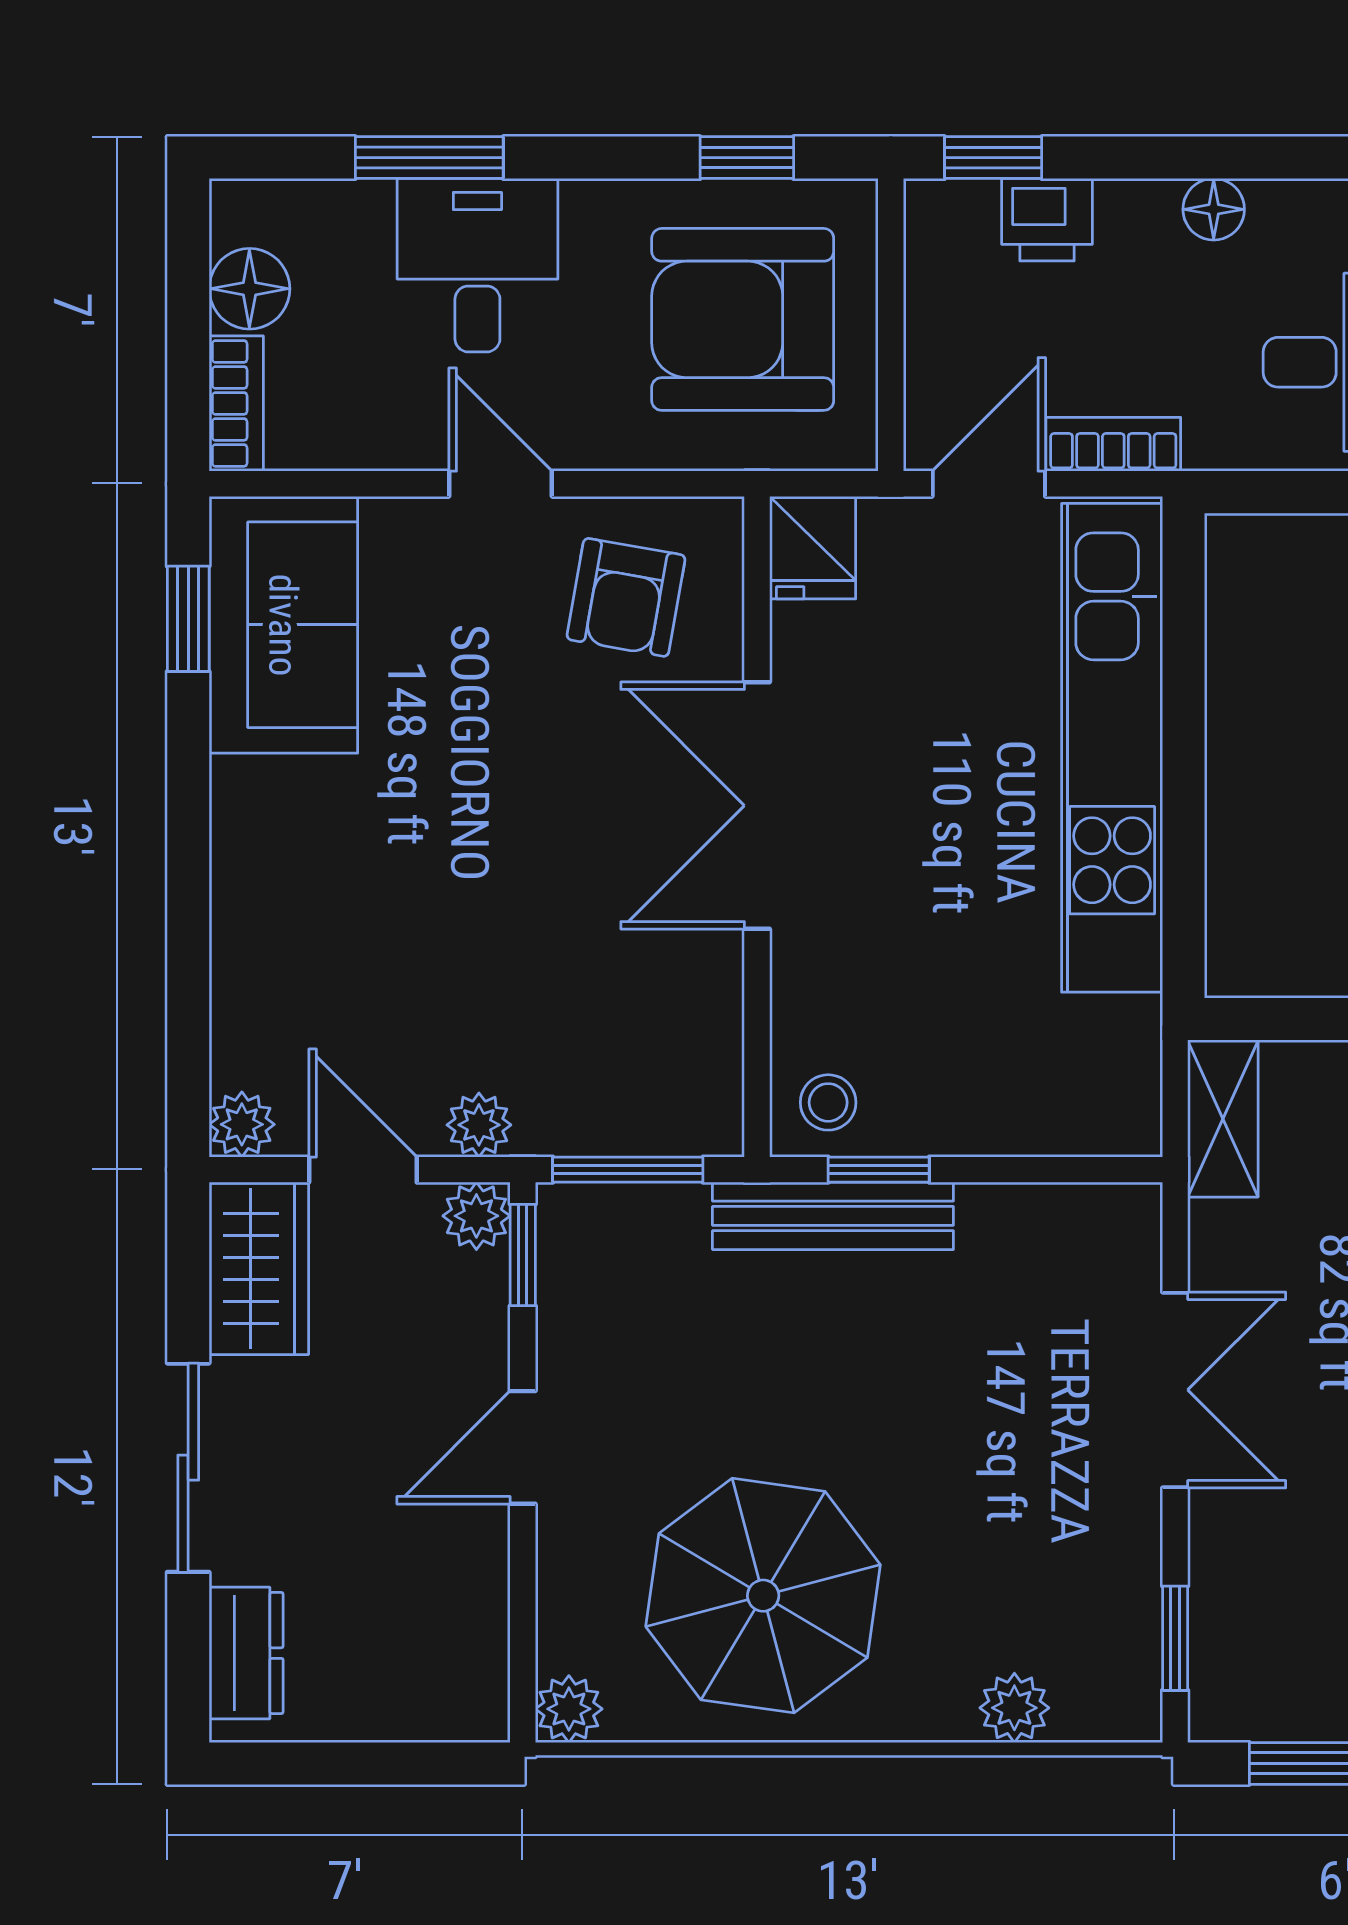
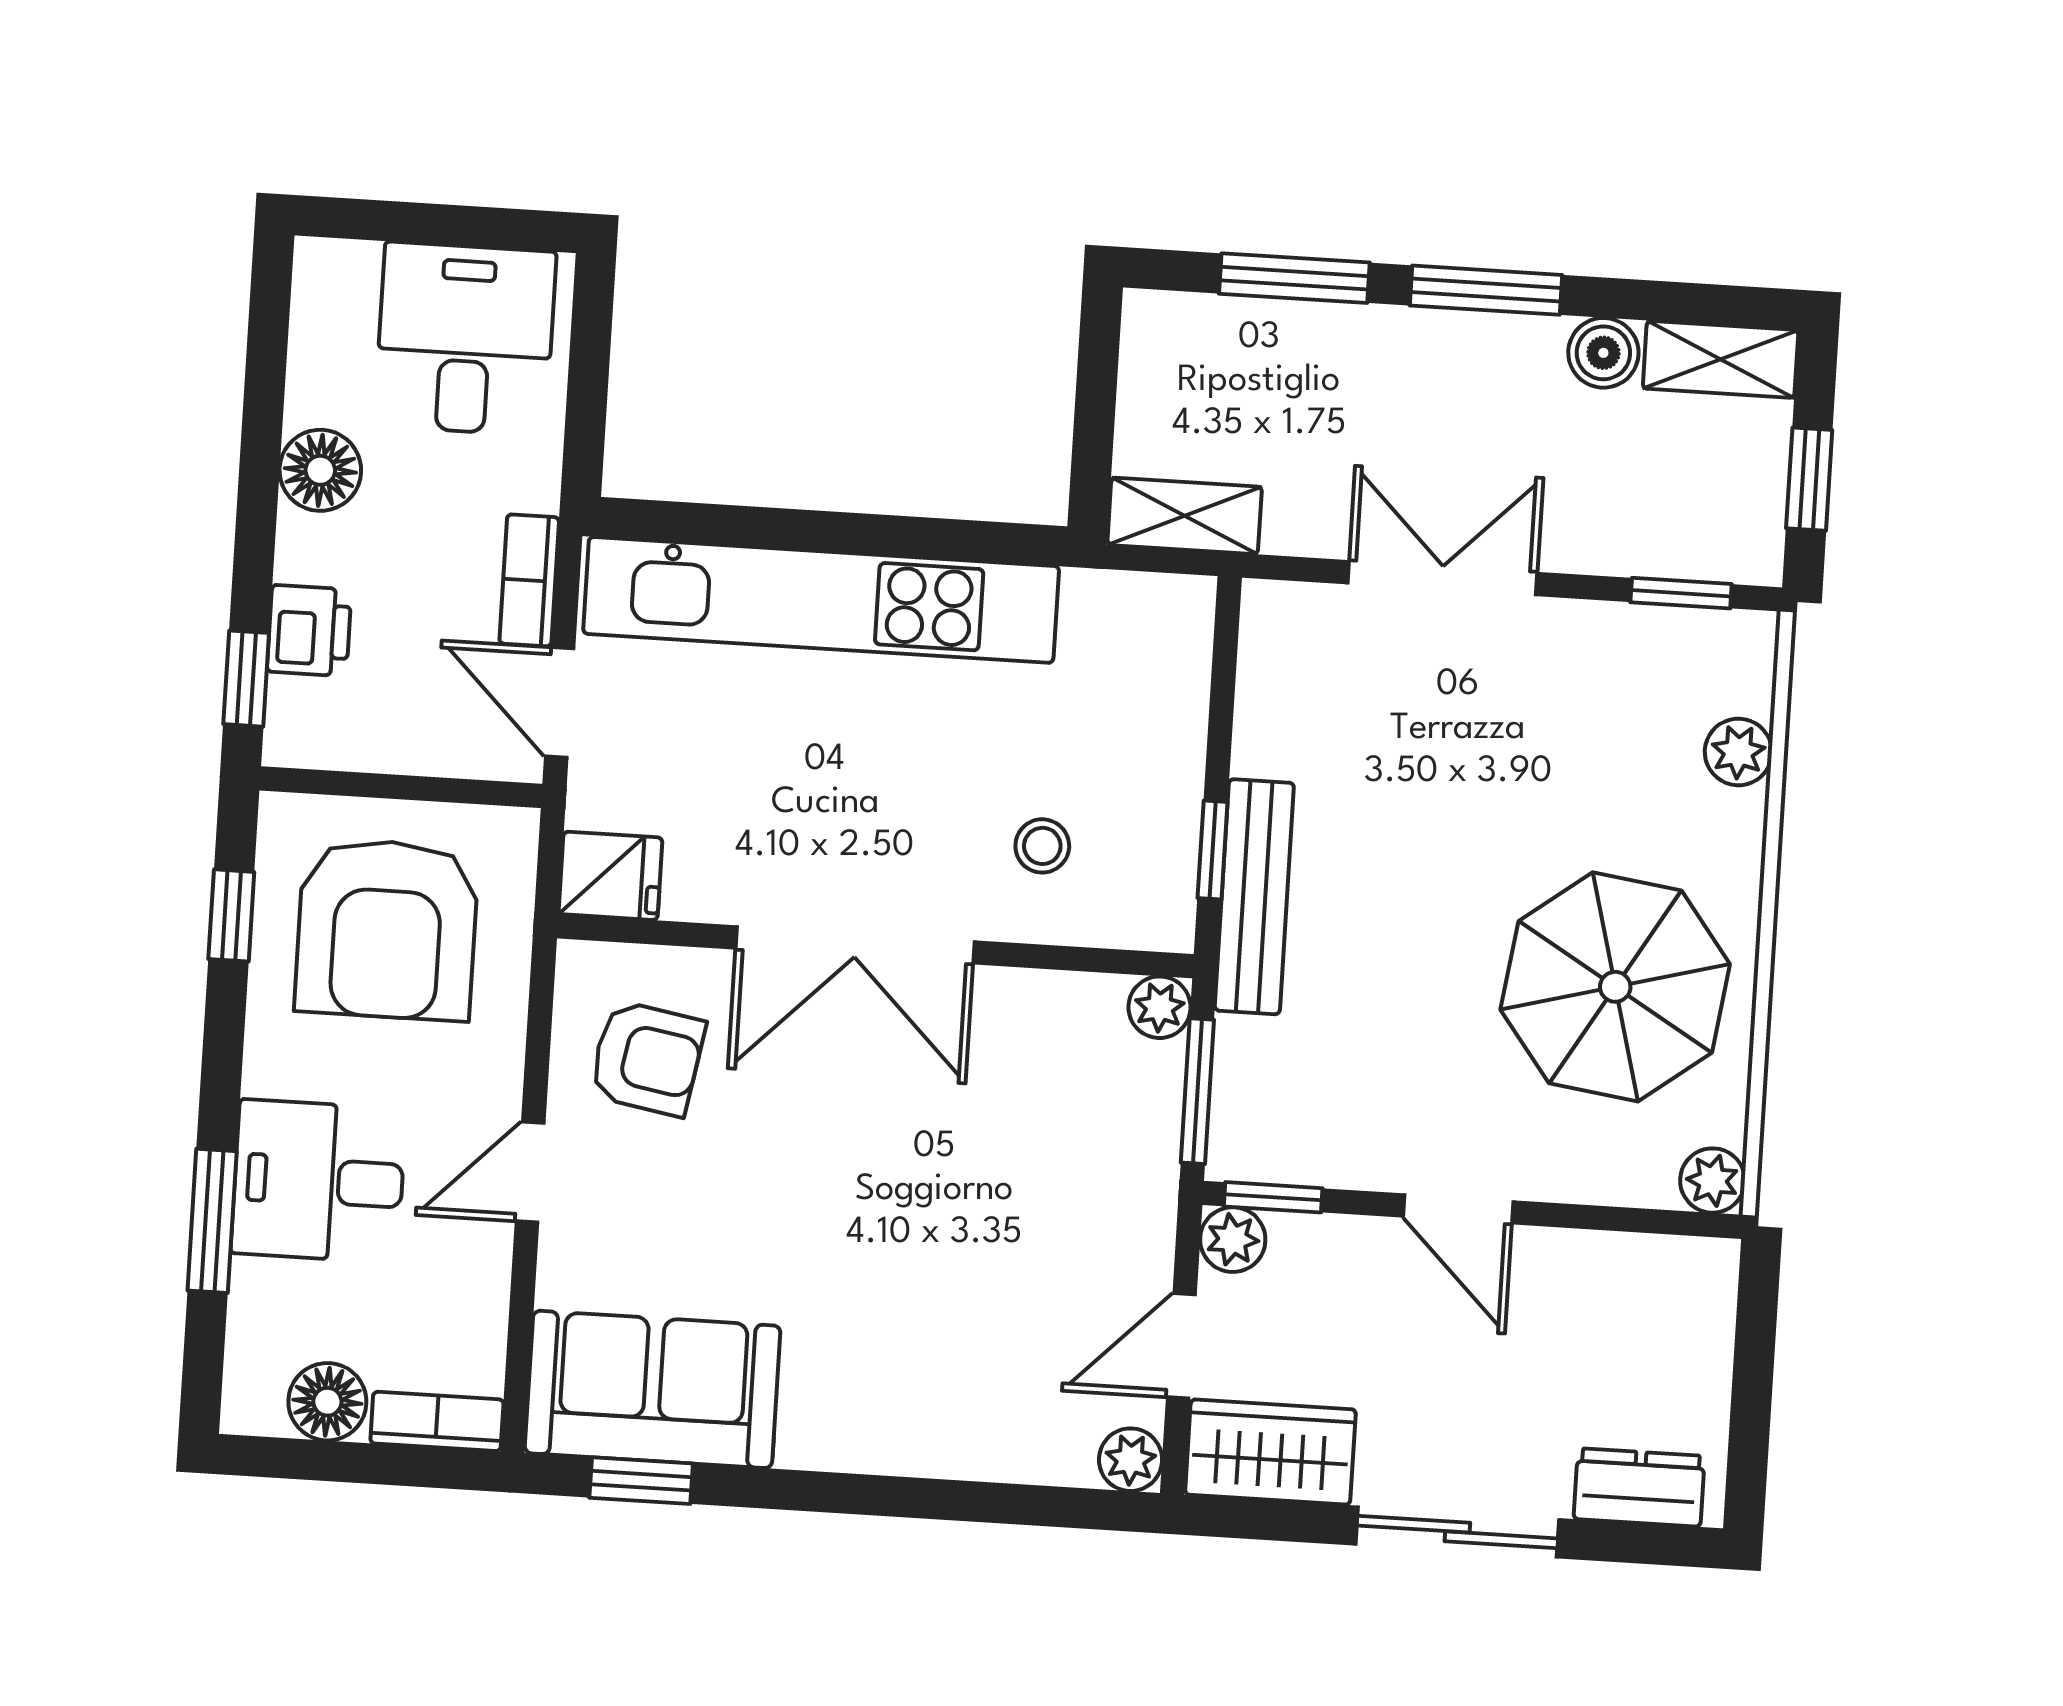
floor lamp: (1214, 209) -> (320, 470), width x1.37, depth x1.37
stool: (828, 1102) -> (1042, 846), moved
plant: (479, 1125) -> (1160, 1007), moved

